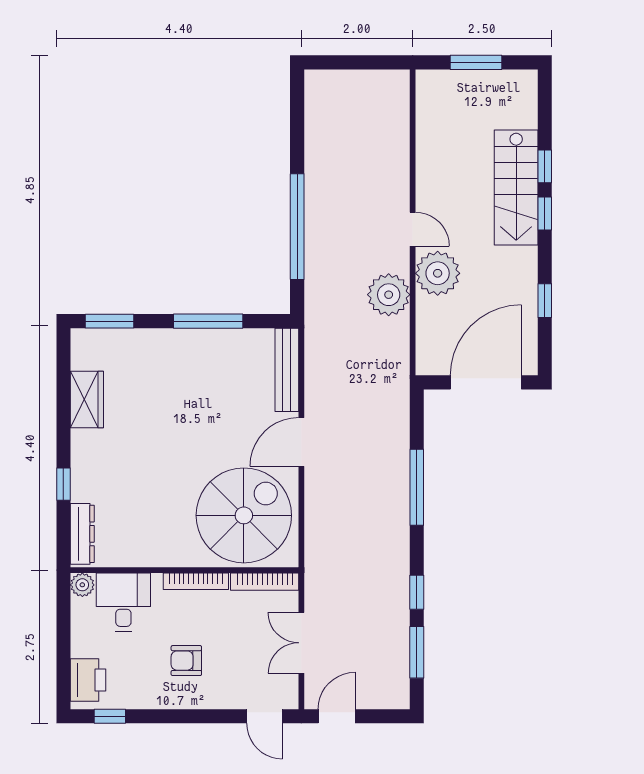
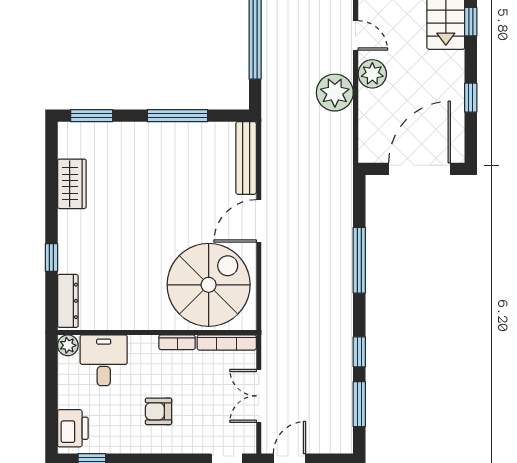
plant: (438, 273) -> (372, 74), width x0.73, depth x0.73
bookcase: (196, 581) -> (177, 342), width x0.64

